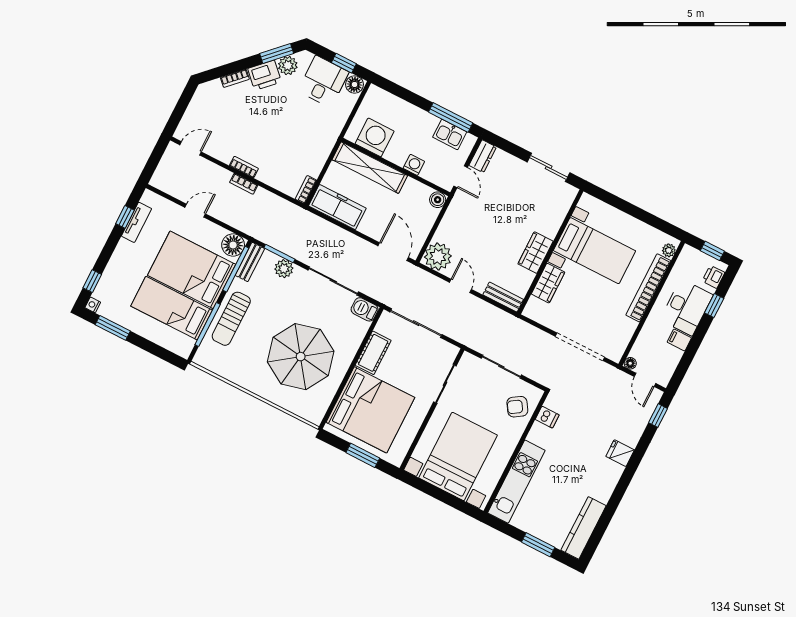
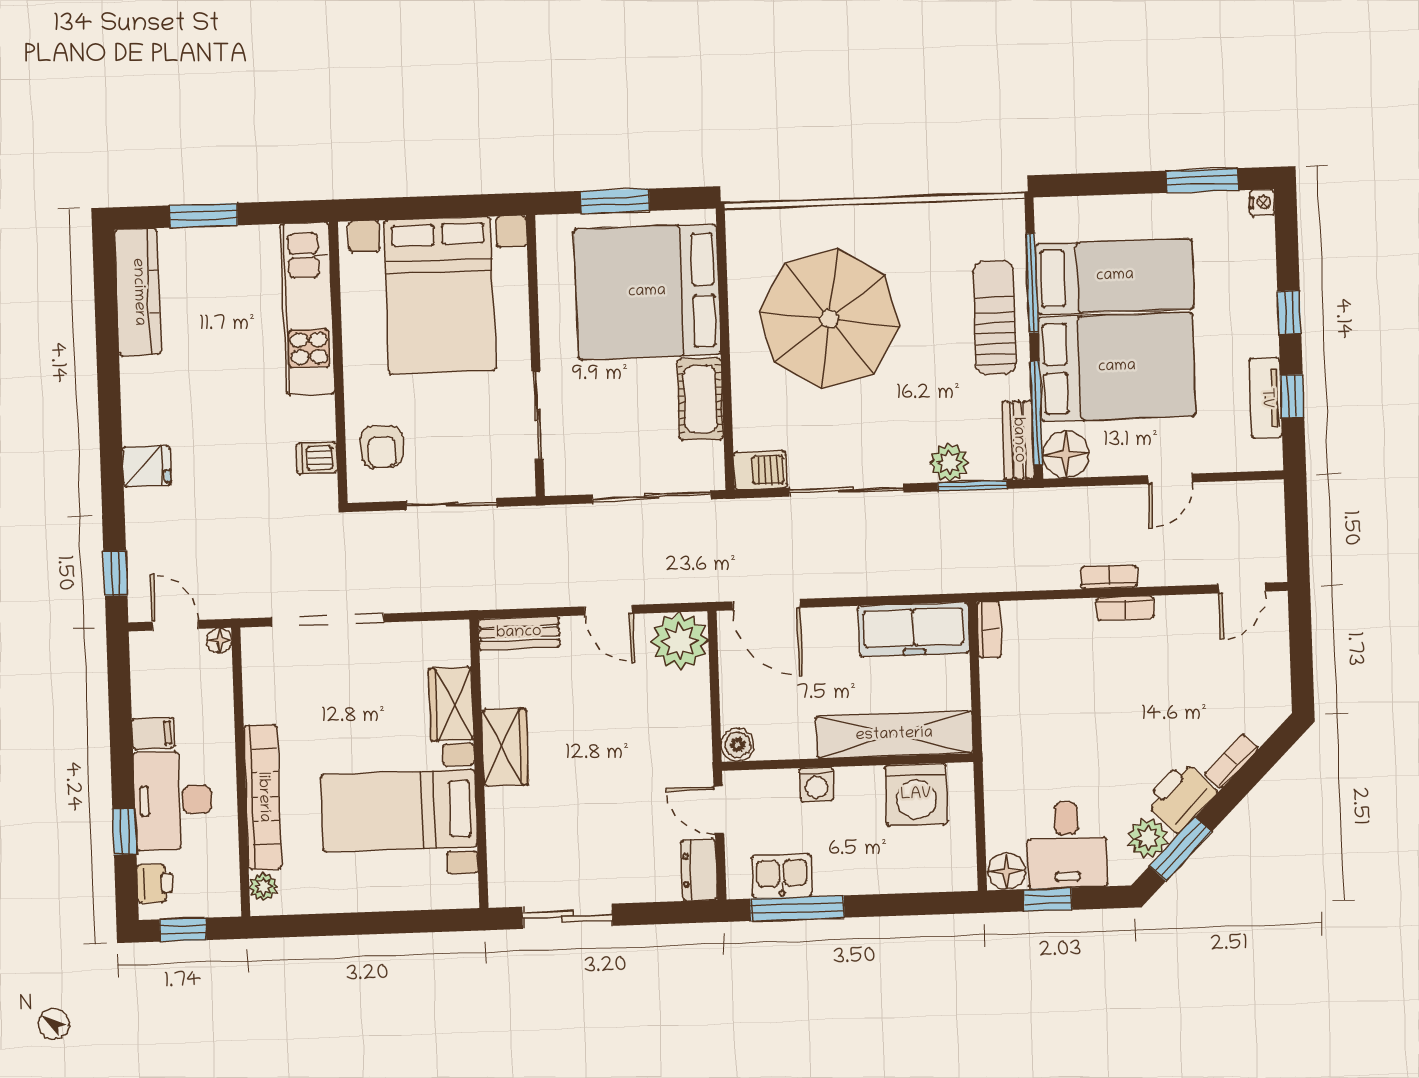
window: (92, 281) -> (1289, 312), moved
armchair: (517, 407) -> (382, 447), turned 123

